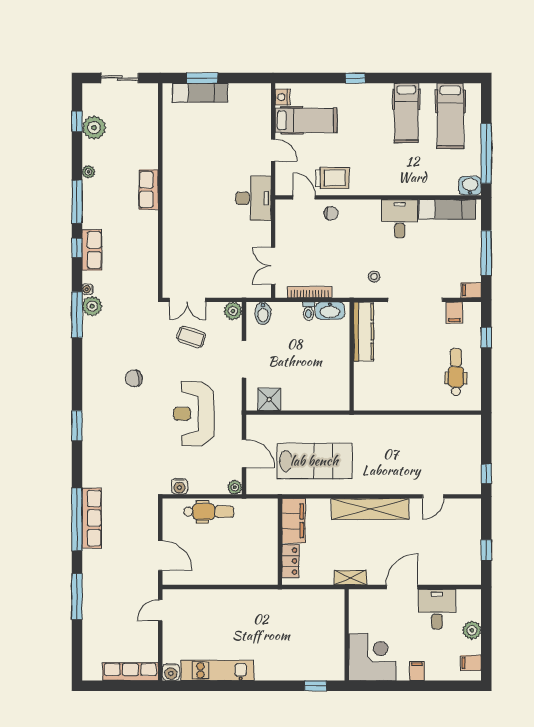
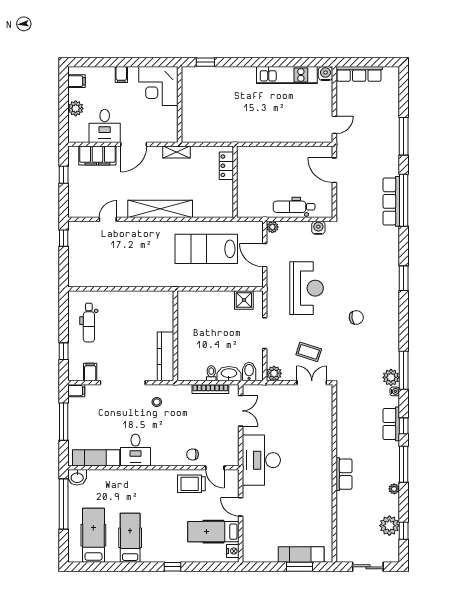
desk: (253, 198) -> (261, 460), width x1.36, depth x1.30
washbasin: (330, 311) -> (229, 374), moved
filing cabinet: (294, 521) -> (97, 156), moved, turned -90

